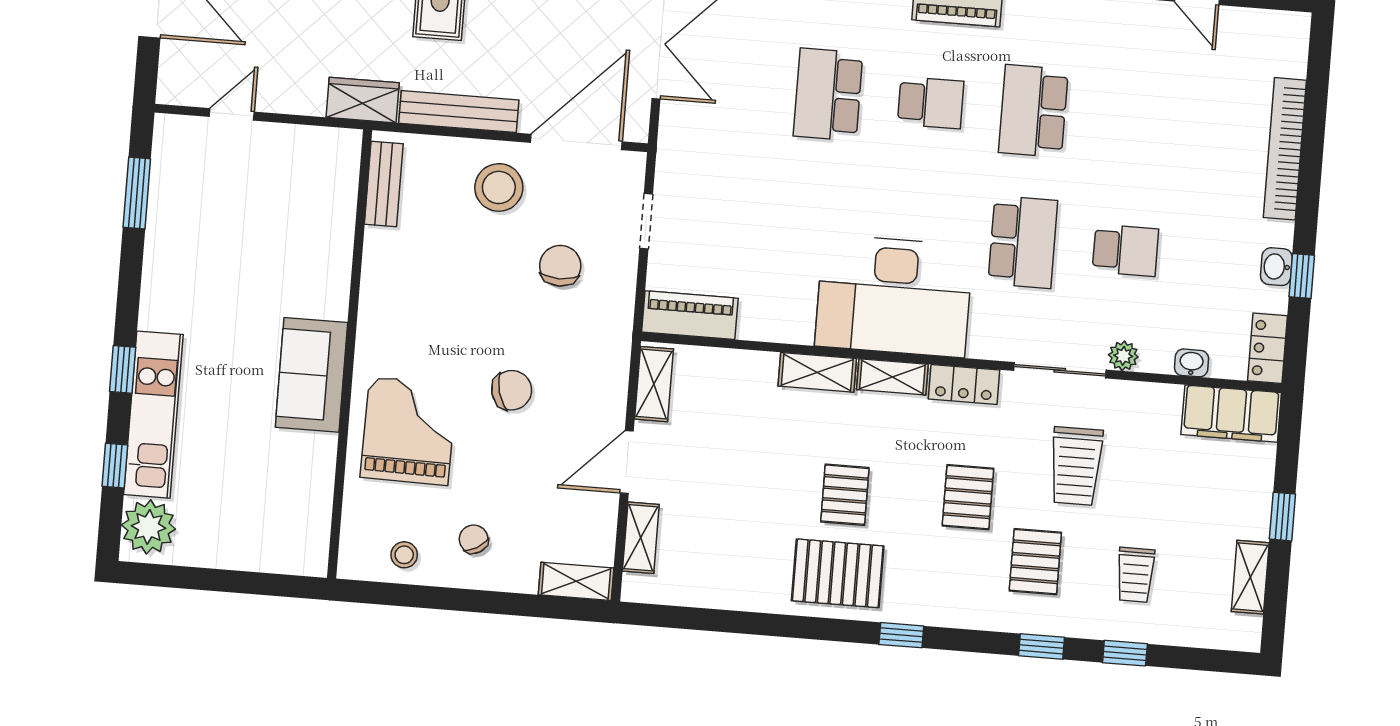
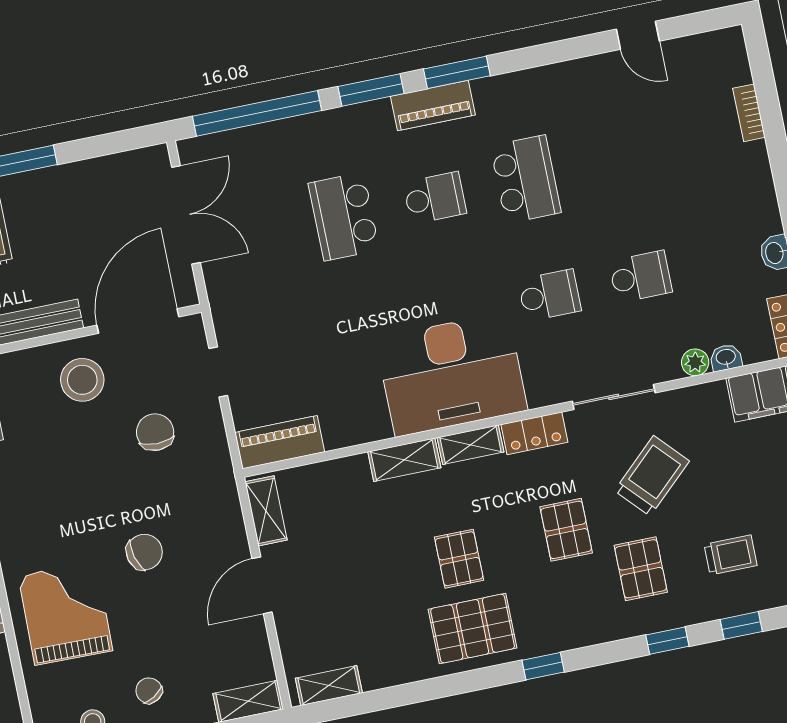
school desk: (1033, 111) -> (526, 179), turned 180
bookcase: (1285, 149) -> (749, 113), width x0.43, depth x0.76
school desk: (1023, 242) -> (549, 295), width x0.54
plant: (1123, 356) -> (695, 362), moved
trolley: (1076, 466) -> (652, 476), turned -133
shelving: (641, 538) -> (329, 686), moved, turned 90
trolley: (1135, 575) -> (731, 555), turned -90

